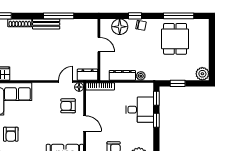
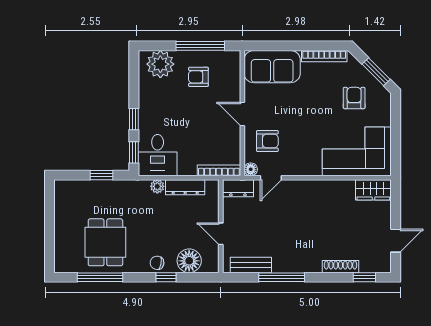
bench: (46, 24) -> (251, 265), moved
plant: (202, 74) -> (64, 190), removed
desk: (140, 110) -> (158, 155), moved, turned -90

